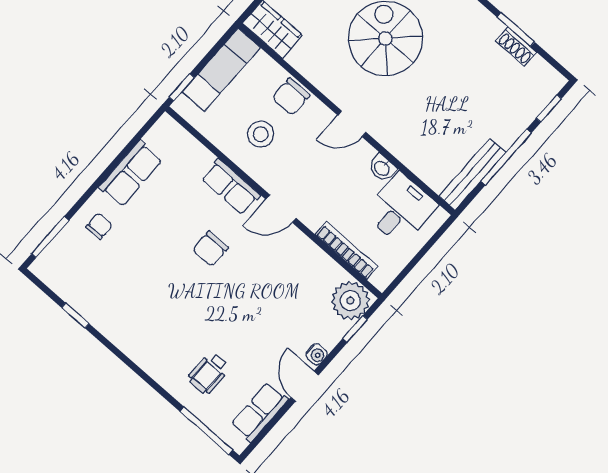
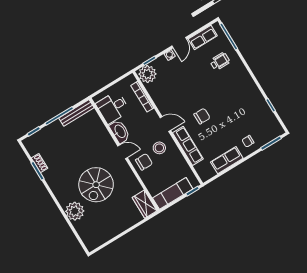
chair: (291, 97) -> (144, 162), moved
stool: (261, 134) -> (159, 148), moved
washbasin: (382, 168) -> (120, 131), width x1.91, depth x1.45
row of seats: (231, 187) -> (188, 146), width x1.48

